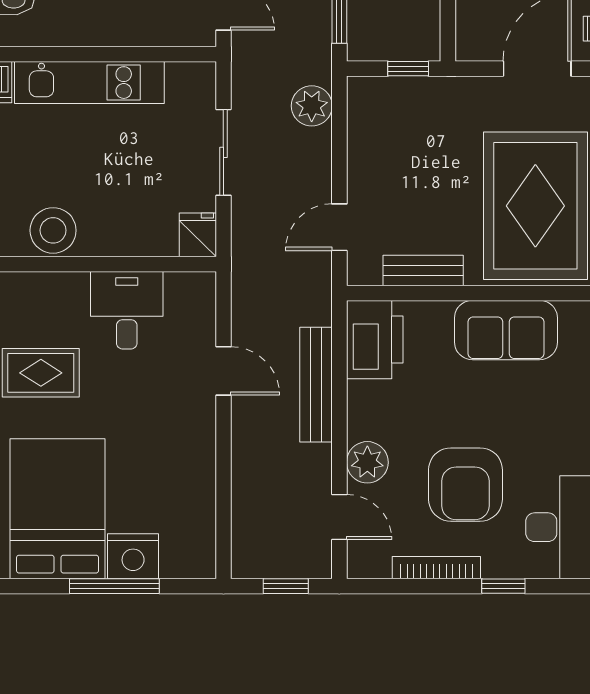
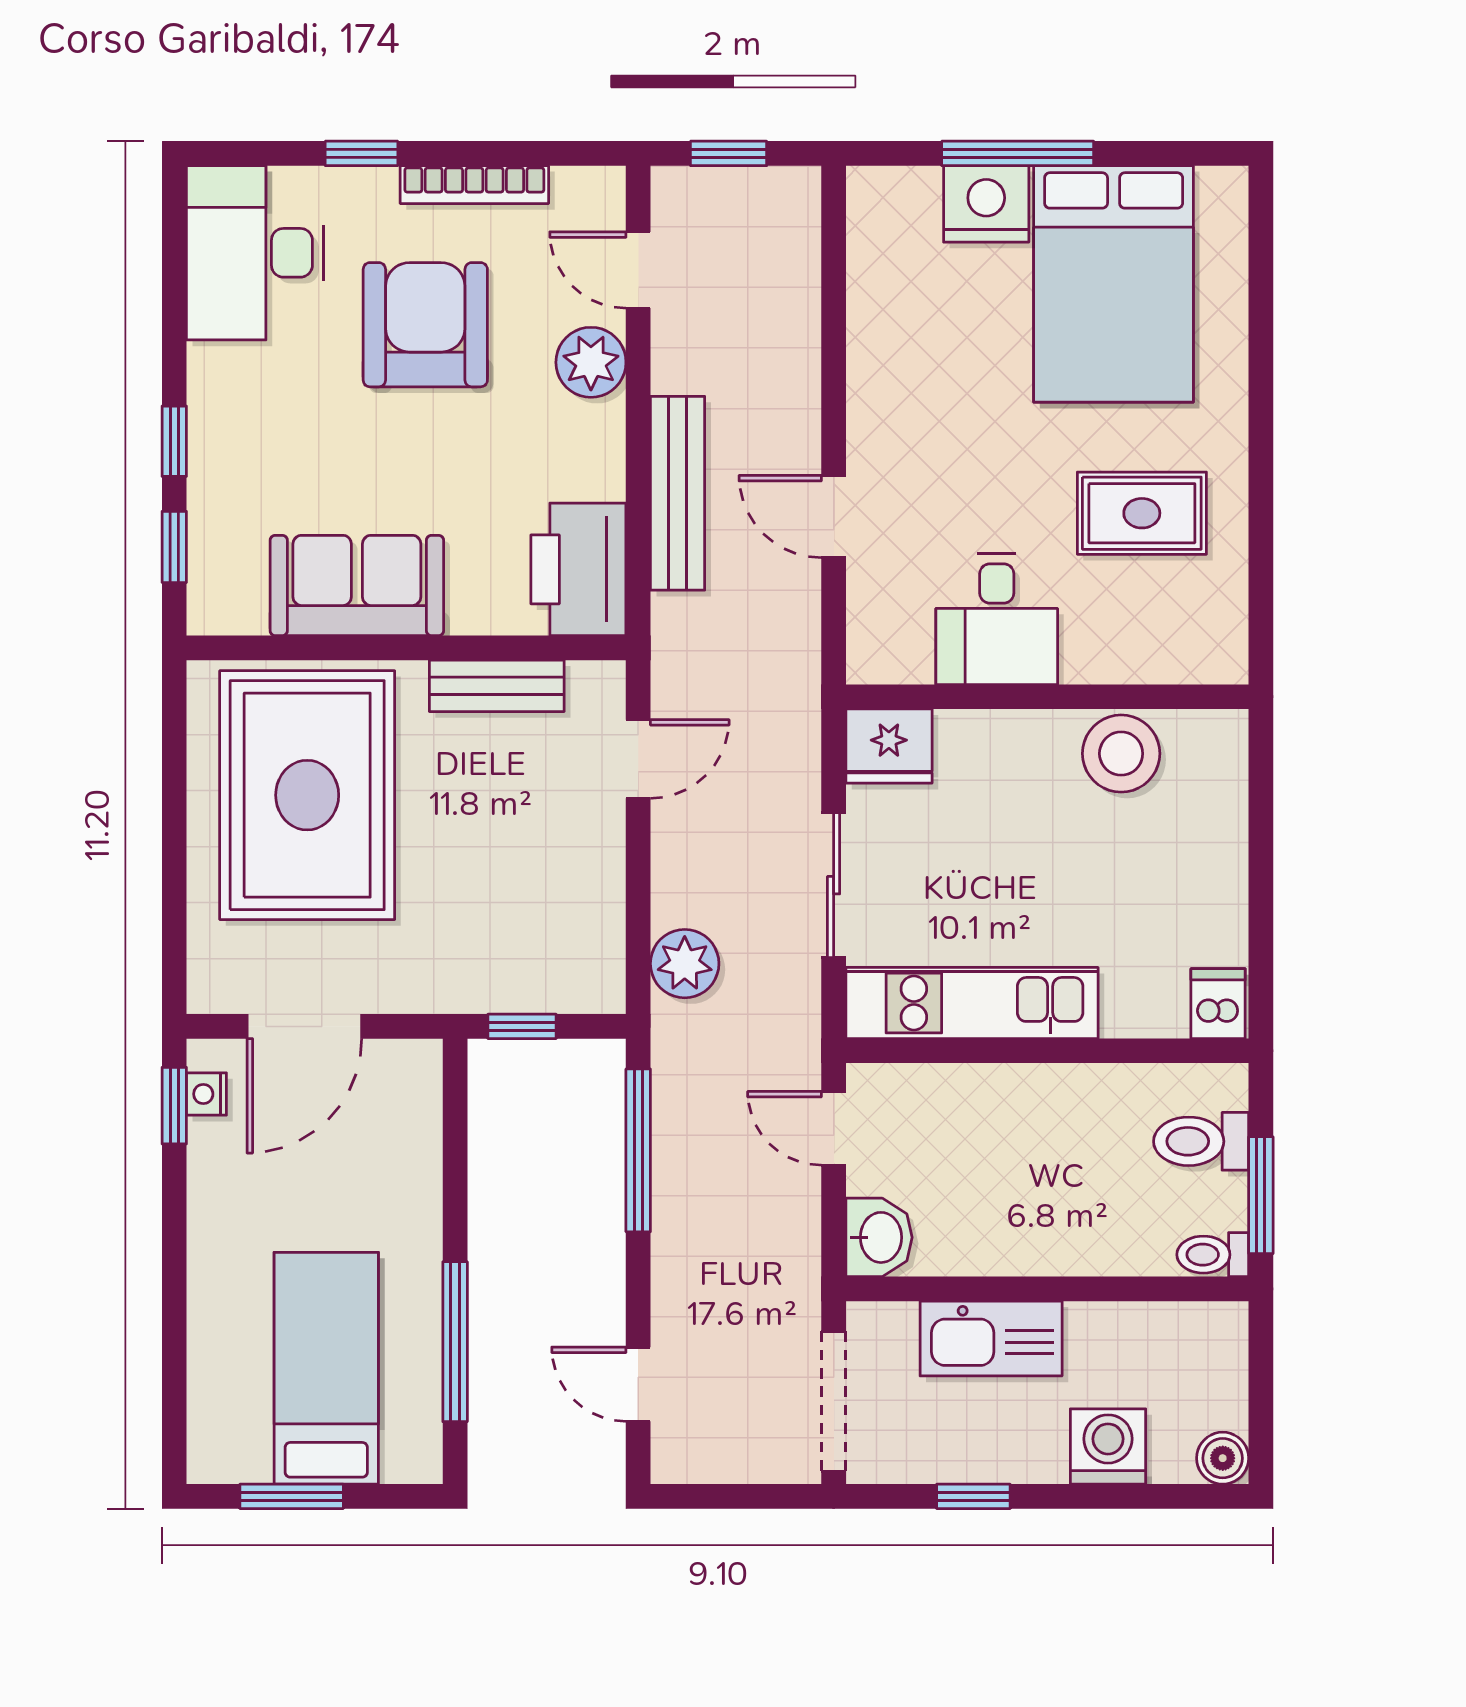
kitchen unit: (89, 83) -> (972, 1003), moved
fridge: (198, 235) -> (889, 746), width x1.38

